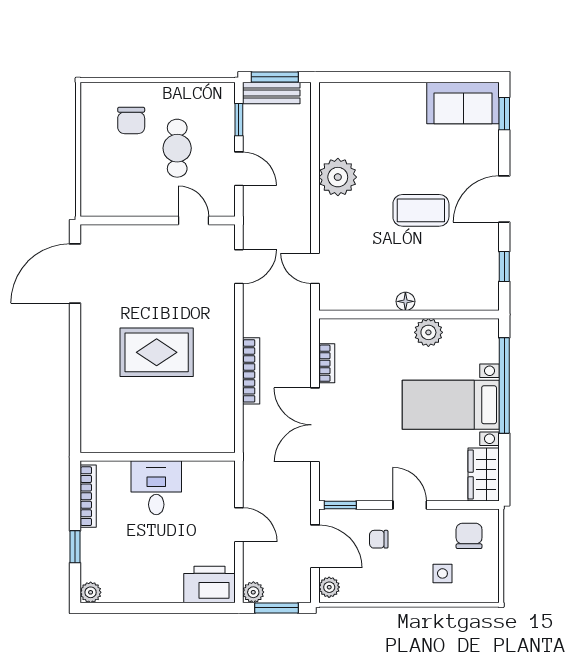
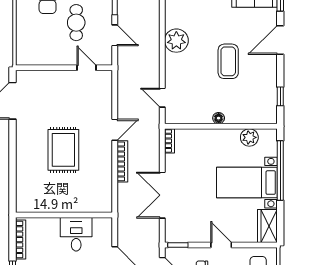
door: (504, 199) -> (280, 40), moved
coffee table: (421, 210) -> (228, 61), turned 90
door: (239, 267) -> (115, 130), moved
plant: (428, 332) -> (249, 137), moved
rug: (157, 352) -> (63, 150), turned 90
bookcase: (327, 363) -> (169, 141), moved
desk: (156, 488) -> (76, 234), moved

